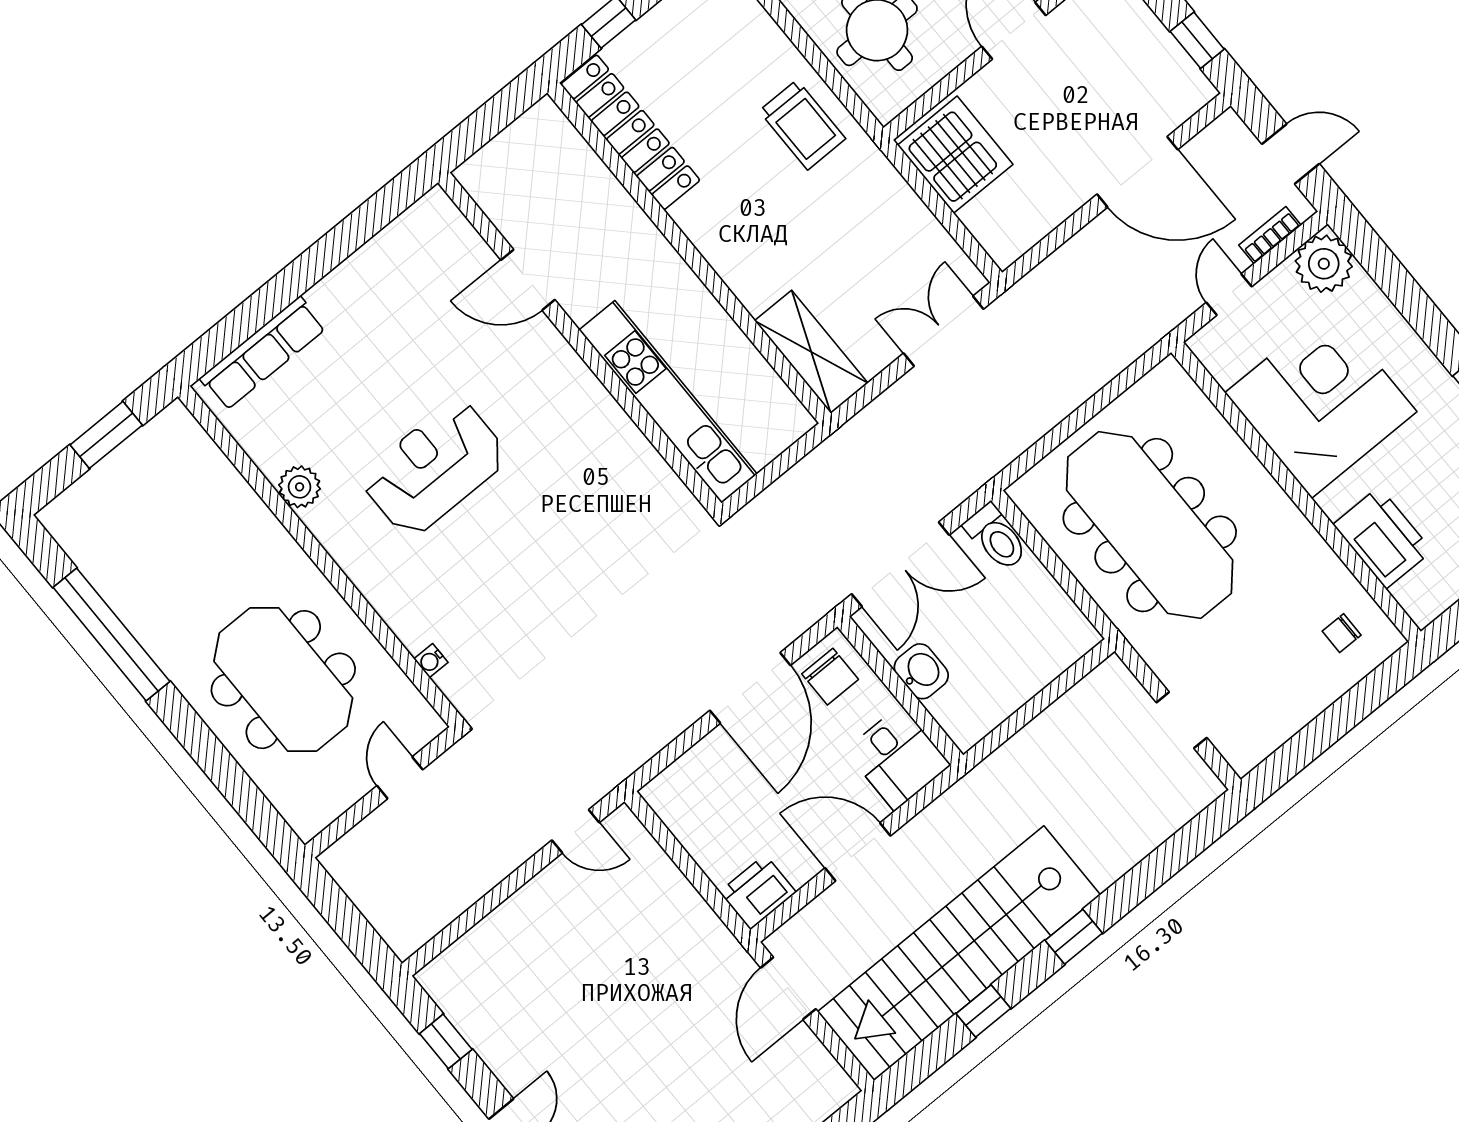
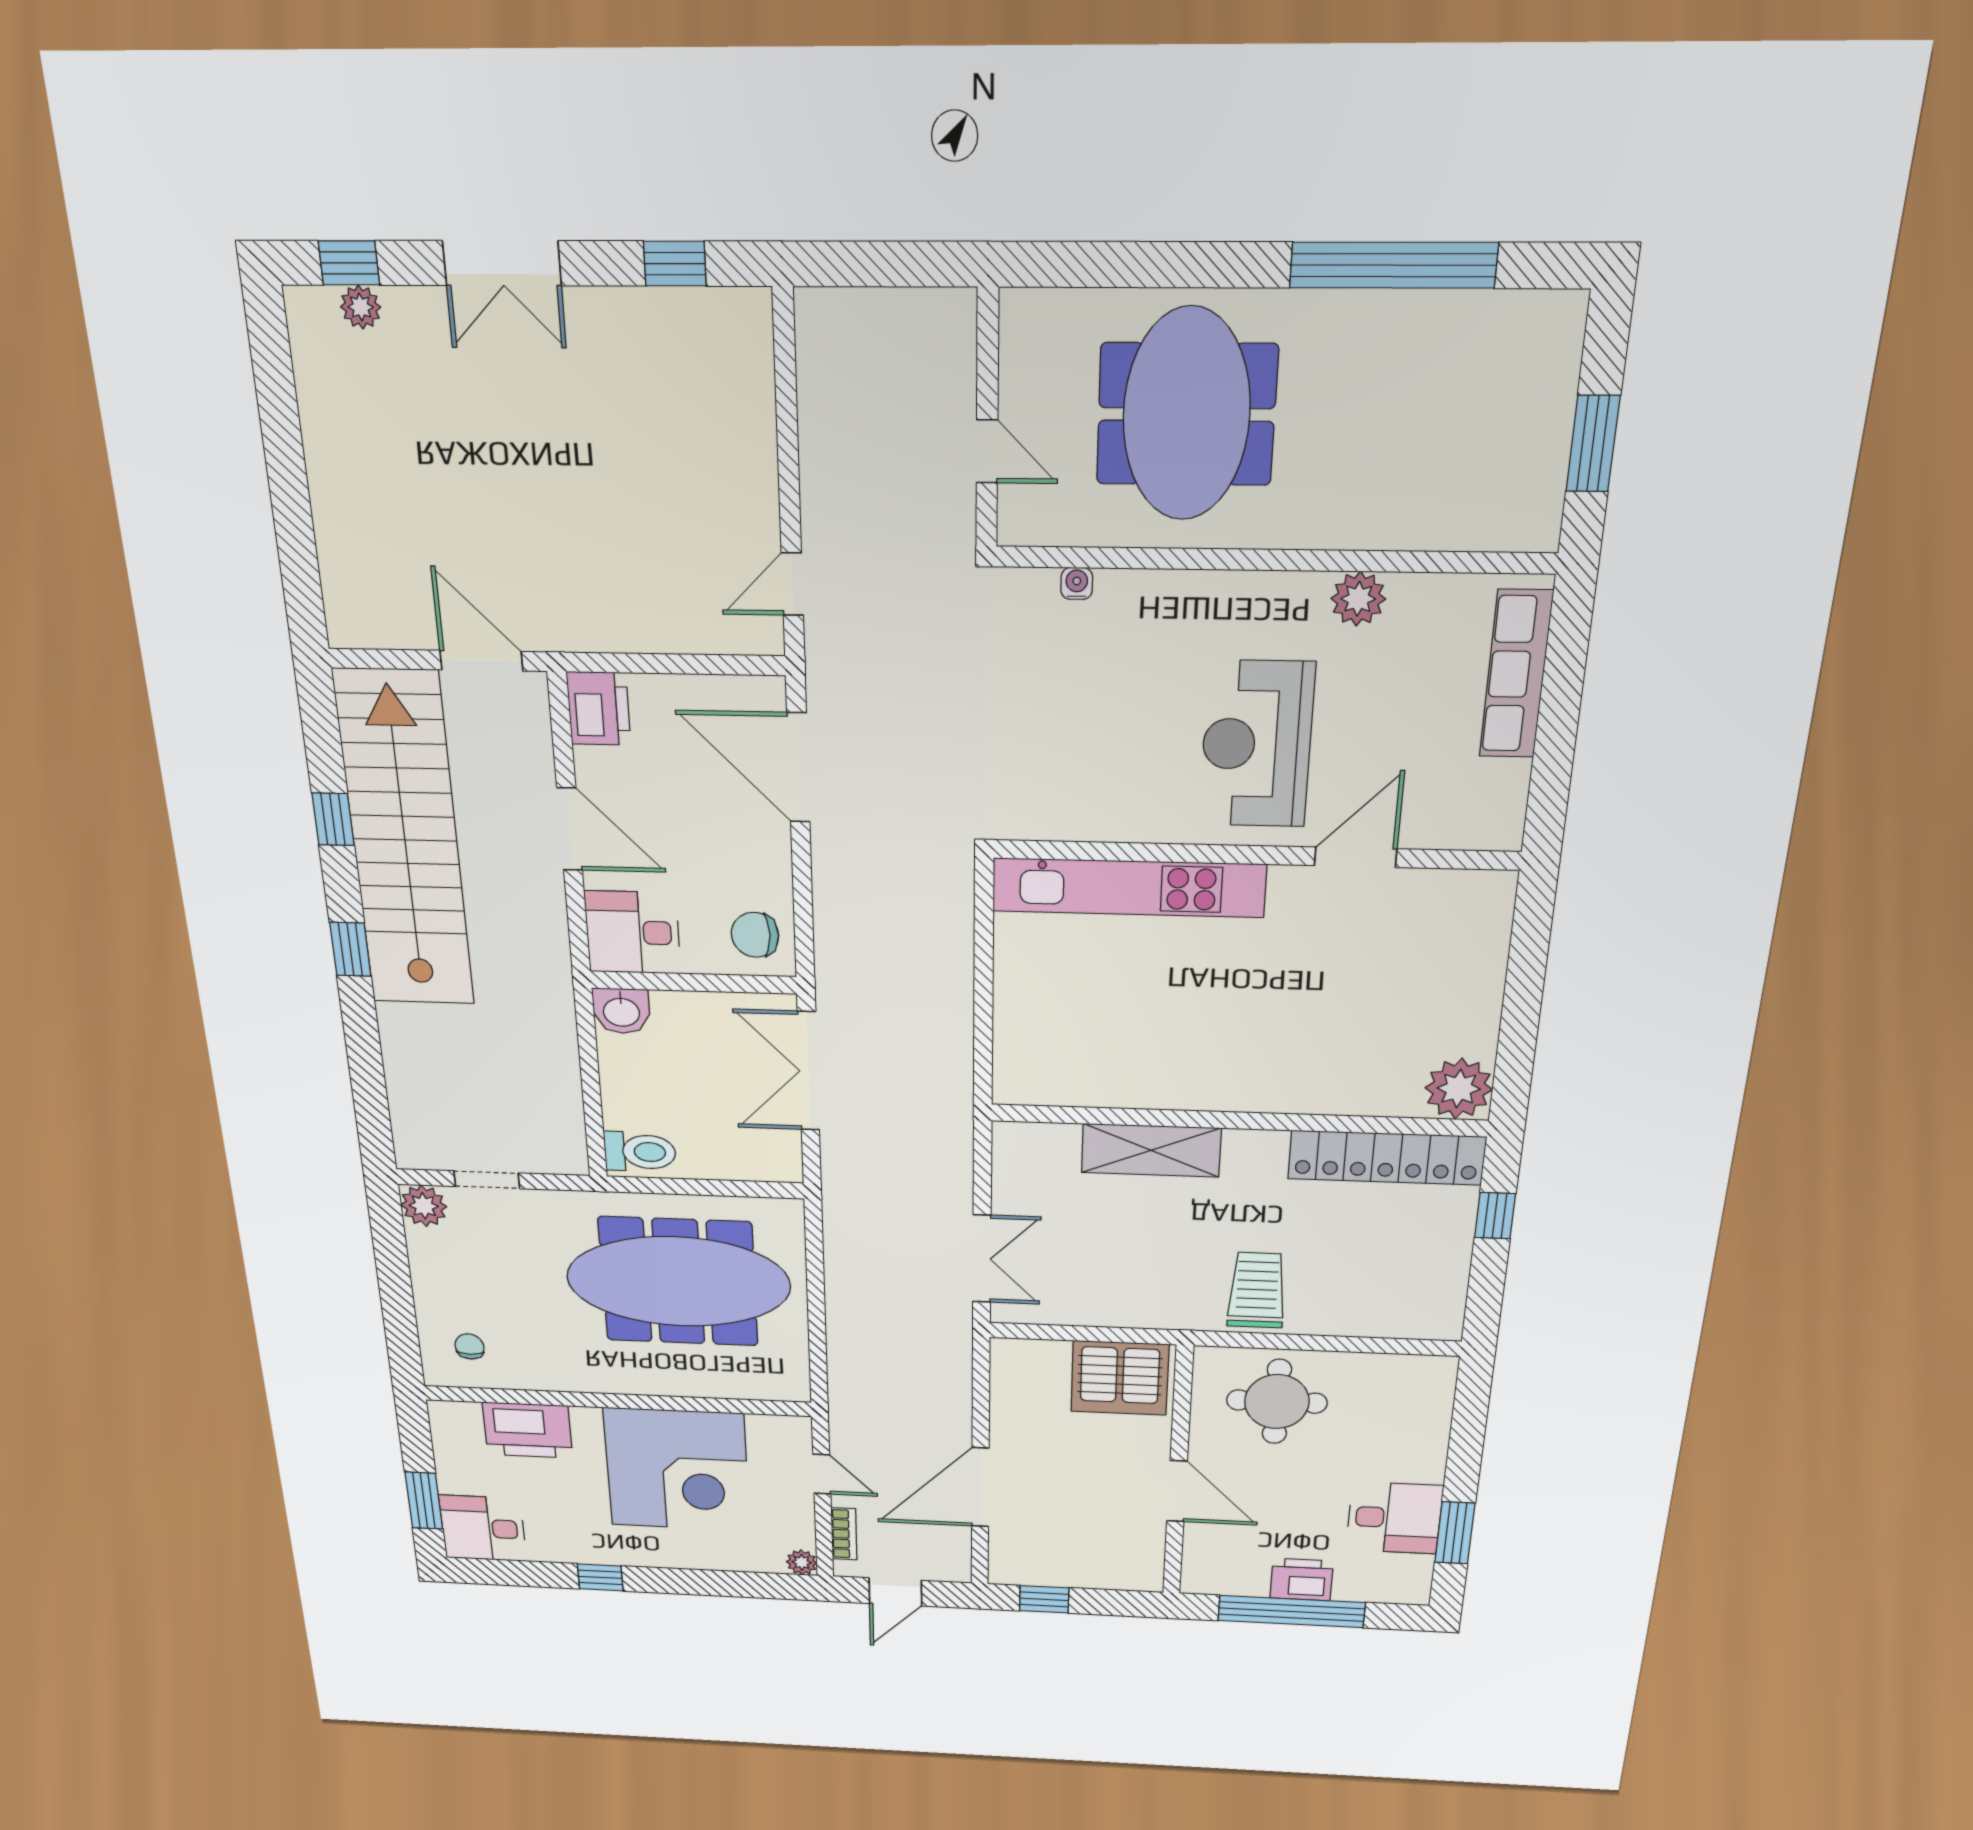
trolley: (802, 125) -> (1257, 1290), turned 90
plant: (543, 133) -> (1459, 1089), added
plant: (1324, 264) -> (802, 1562), width x0.53, depth x0.53
door: (528, 280) -> (1356, 857), moved
wall: (580, 343) -> (1255, 855), moved
shelving: (811, 352) -> (1151, 1150), moved
kitchen unit: (668, 402) -> (1129, 888), moved
reception desk: (434, 468) -> (1257, 744), turned 180
toilet: (996, 537) -> (640, 1152), moved, turned 180
washbasin: (921, 671) -> (621, 1011), moved
meeting table: (283, 680) -> (1186, 414), turned 90
door: (750, 688) -> (798, 768), moved
plant: (1244, 749) -> (424, 1206), added
door: (858, 852) -> (570, 829), hinge flipped

